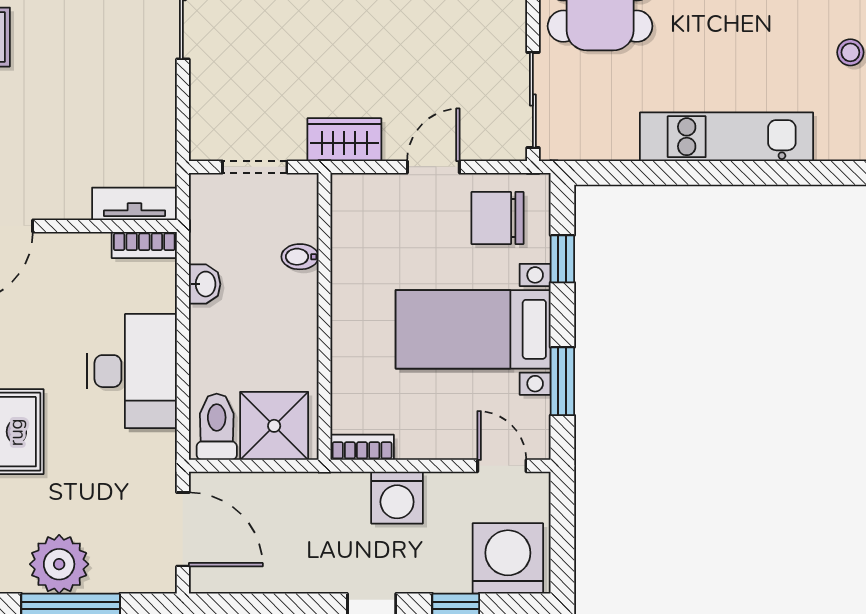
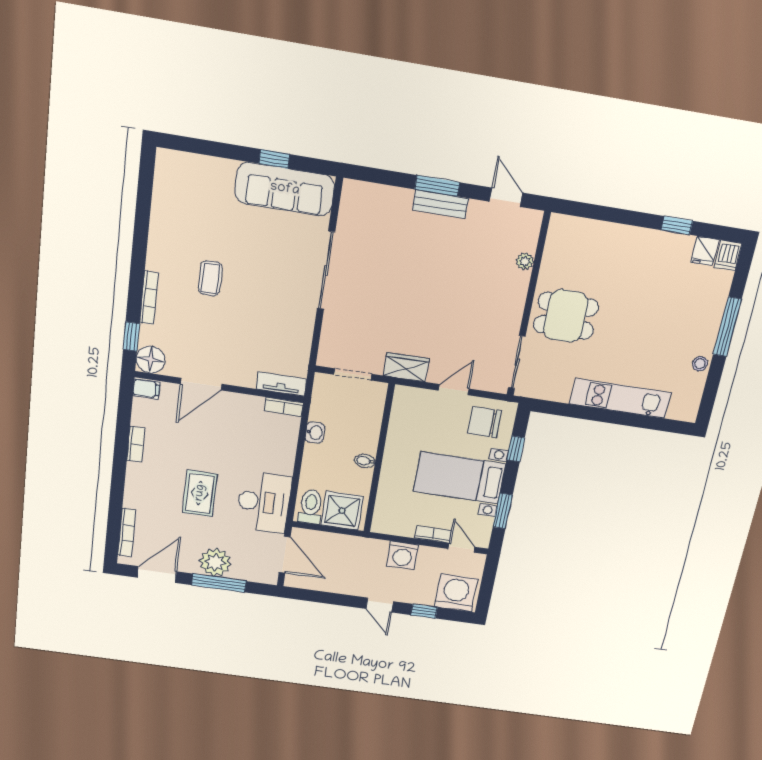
bidet: (300, 257) -> (365, 461), moved
desk: (132, 371) -> (264, 502), moved
bookcase: (362, 447) -> (433, 535), moved

